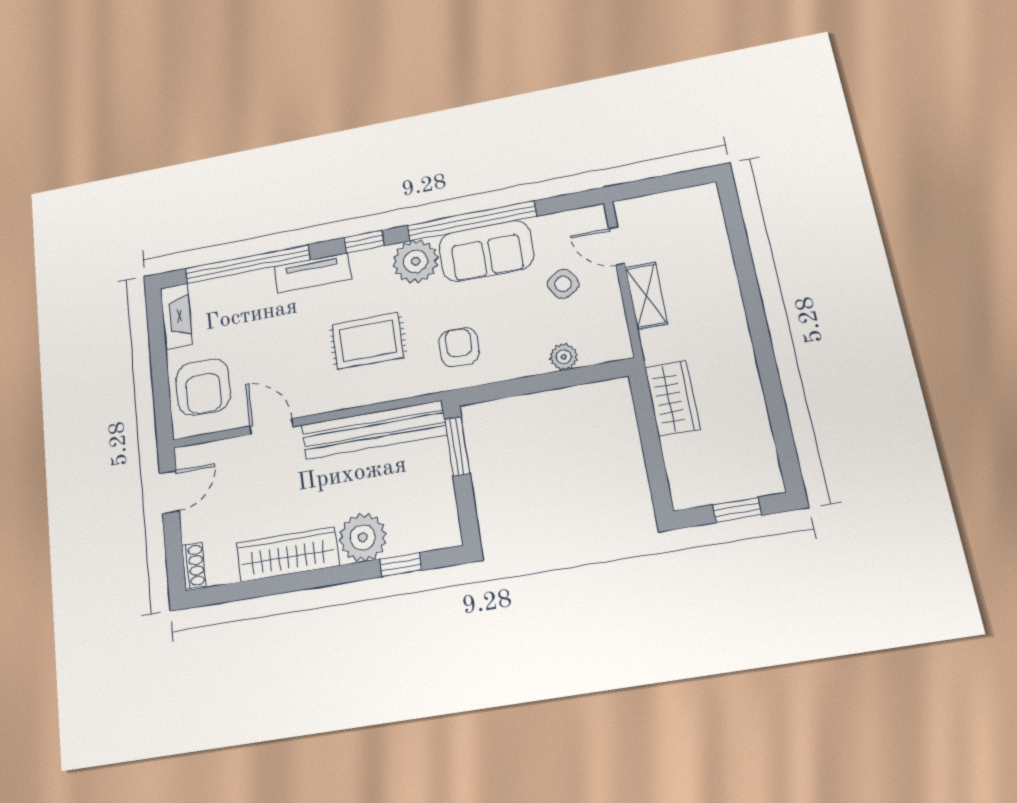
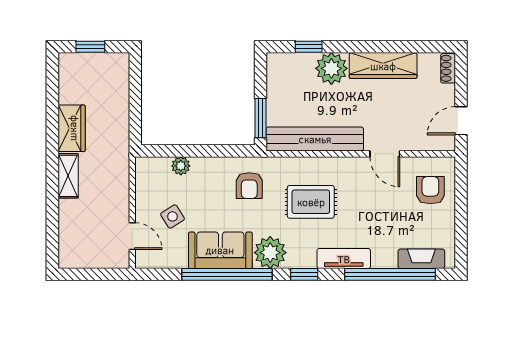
shelving: (646, 296) -> (68, 176), moved
fireplace: (176, 316) -> (421, 259), moved, turned 90
armchair: (203, 387) -> (430, 190), width x0.72, depth x0.72
wardrobe: (672, 398) -> (72, 128), moved, turned 180

